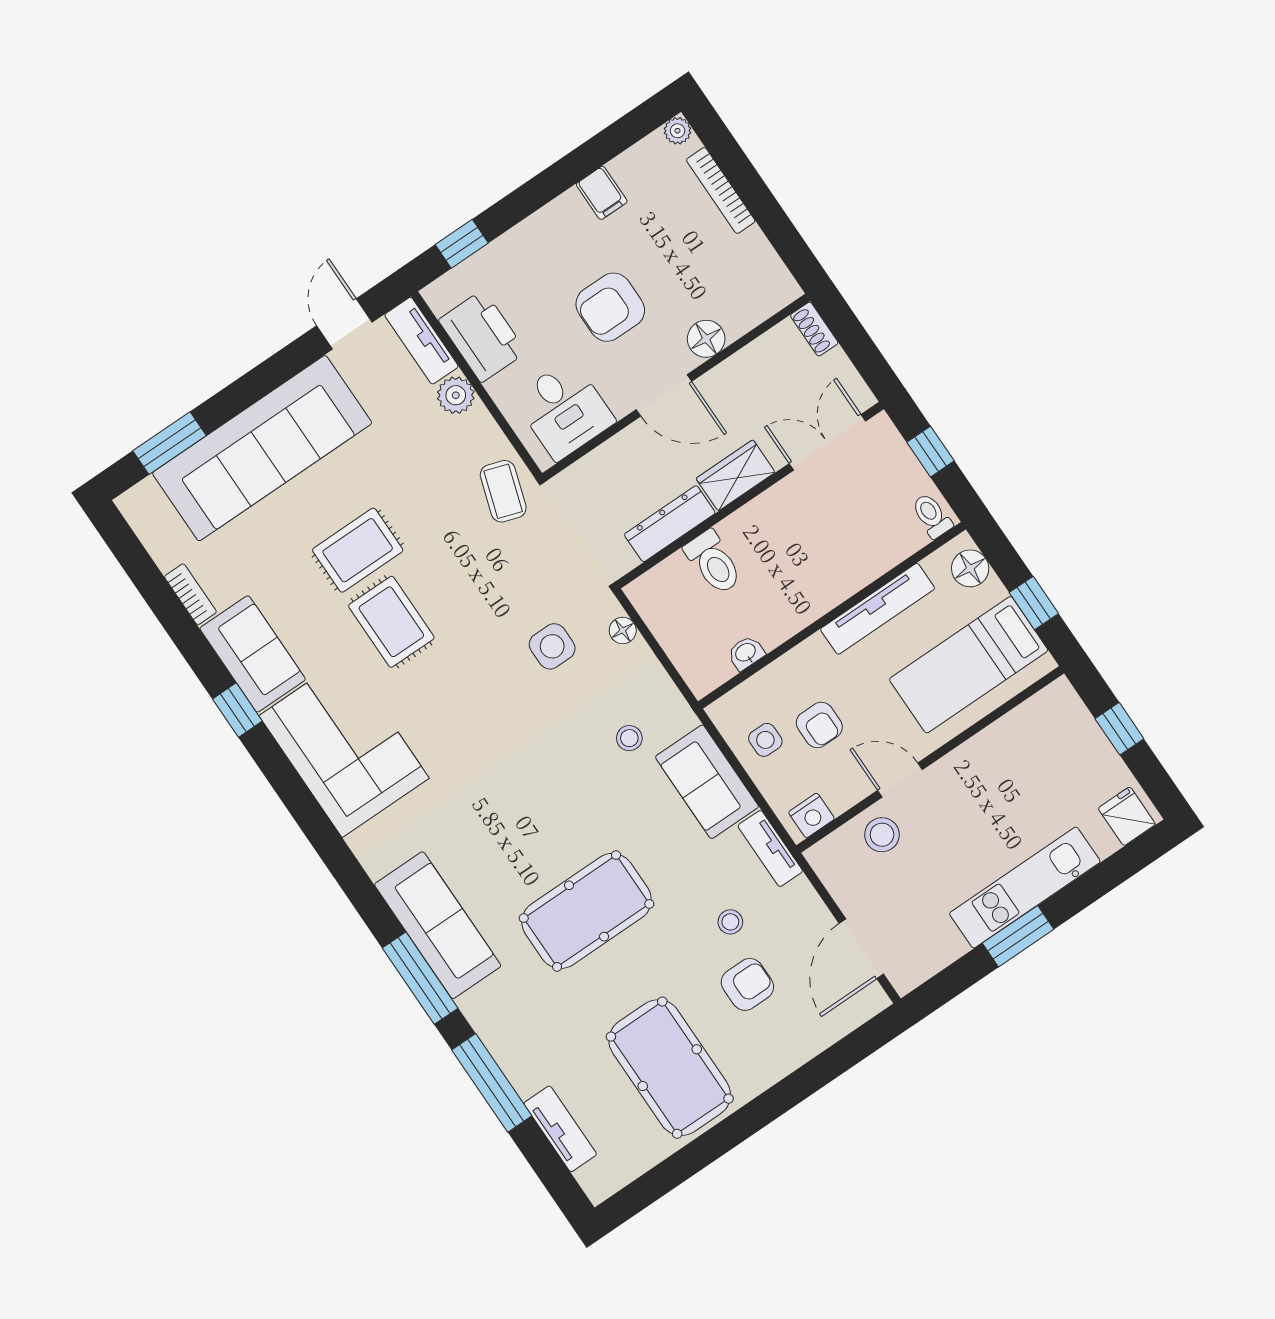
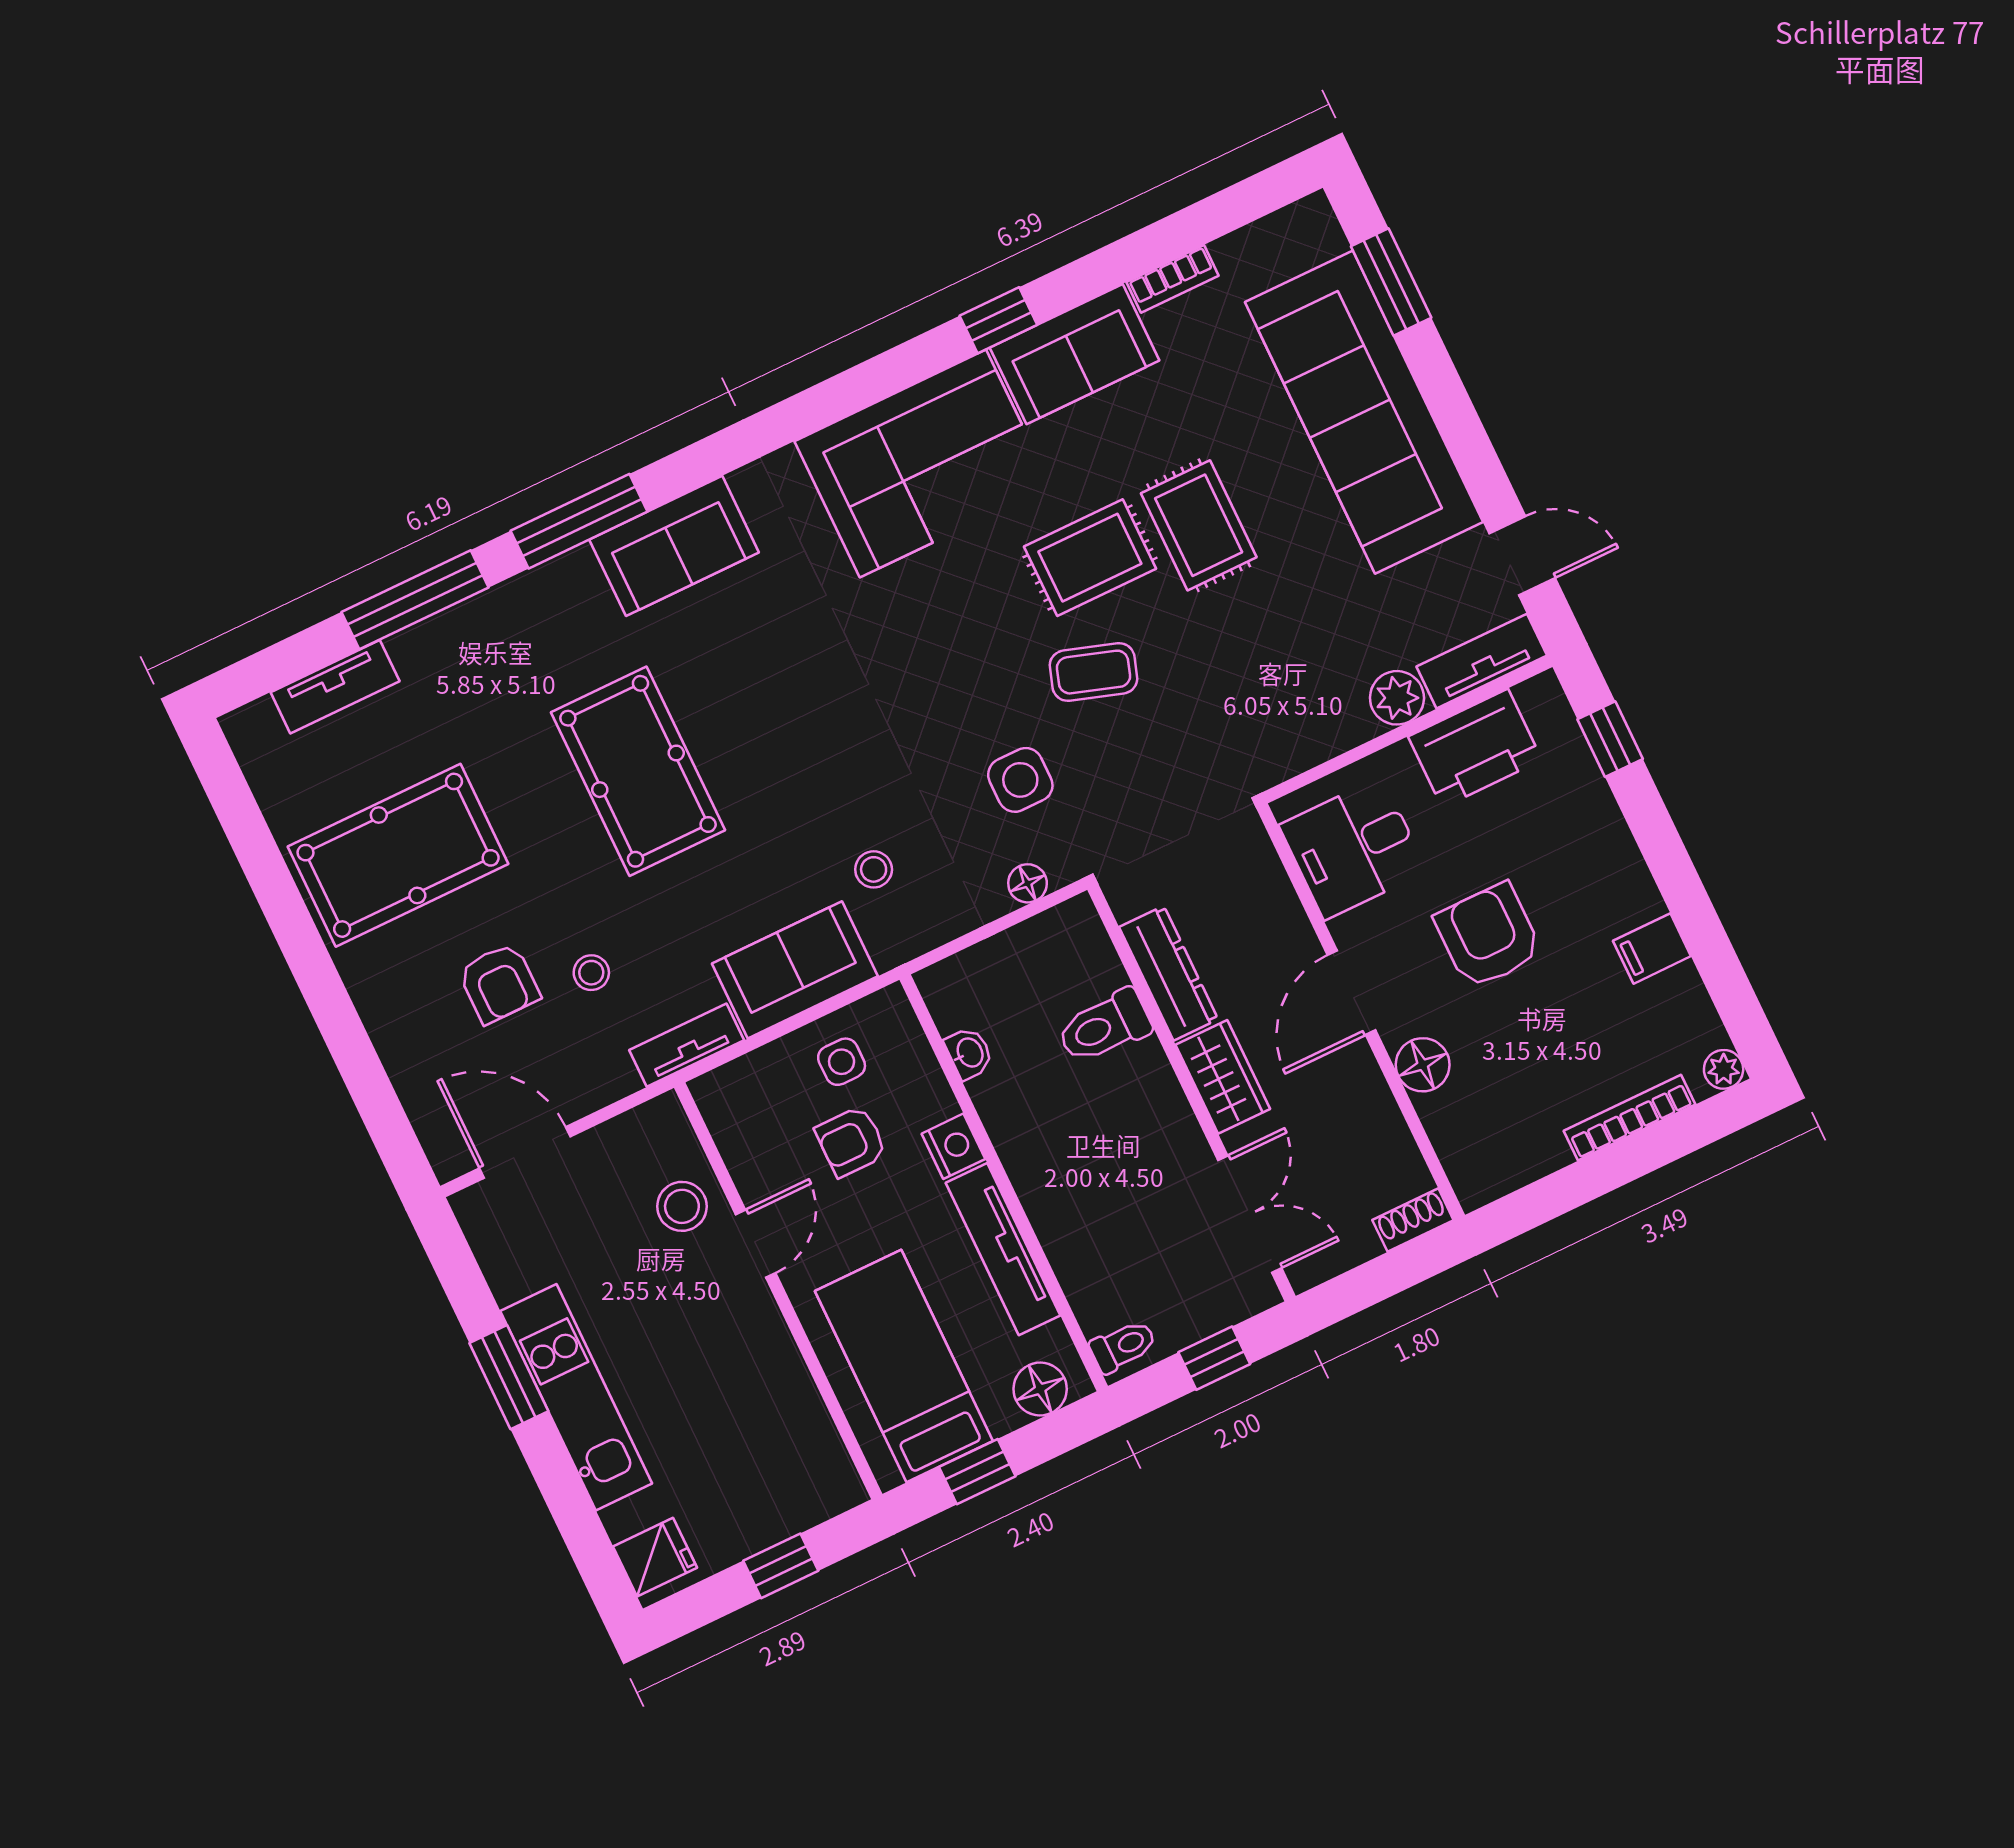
coffee table: (503, 491) -> (1093, 672), moved
nightstand: (811, 815) -> (953, 1146), moved, turned 180
sofa: (438, 925) -> (674, 546), width x0.73

